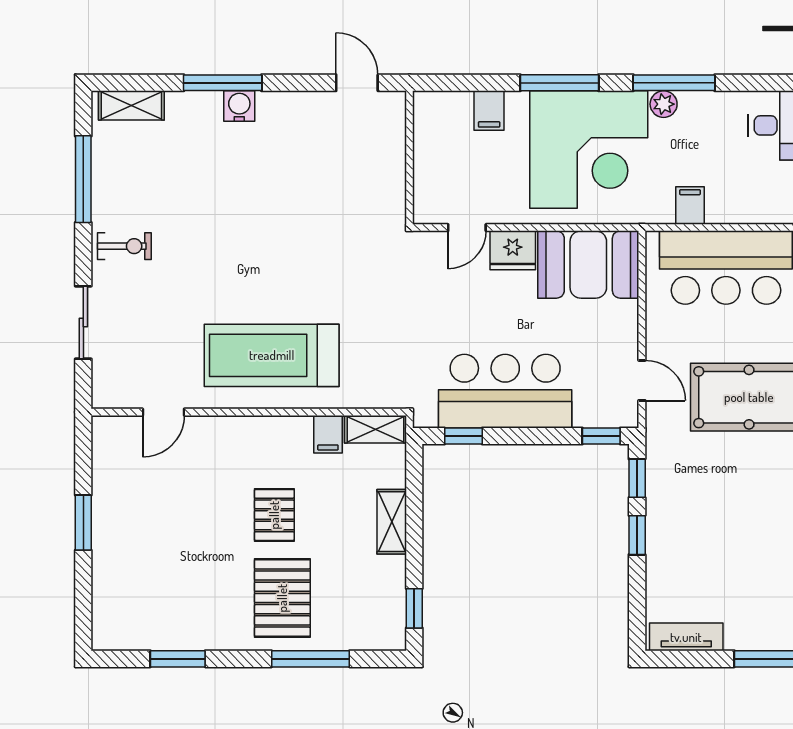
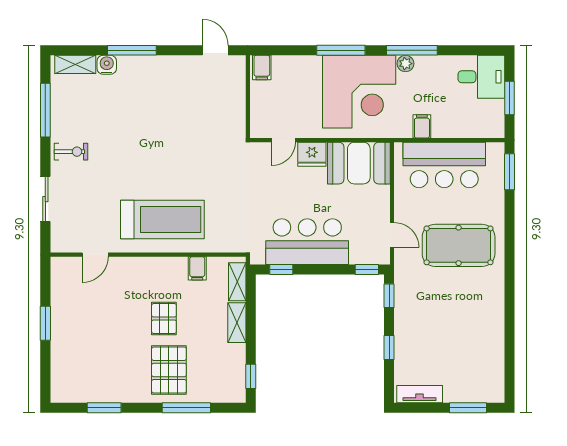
water cooler: (239, 106) -> (107, 65), moved
filing cabinet: (489, 111) -> (262, 68), moved
treadmill: (272, 355) -> (162, 219), turned 180
shelving: (375, 429) -> (237, 282), moved, turned 90
window: (637, 535) -> (389, 347), moved

